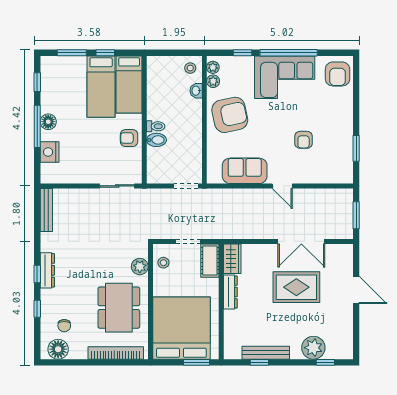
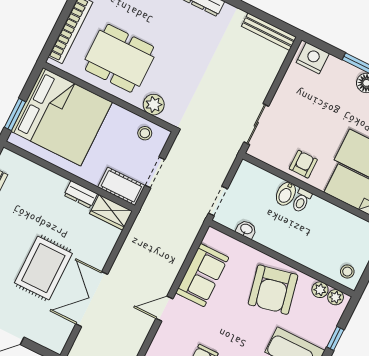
washbasin: (196, 91) -> (246, 229), moved
nightstand: (50, 152) -> (313, 58), moved
dresser: (230, 292) -> (81, 194), width x0.70

